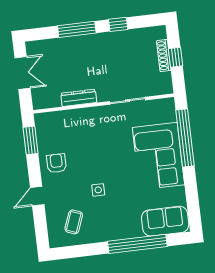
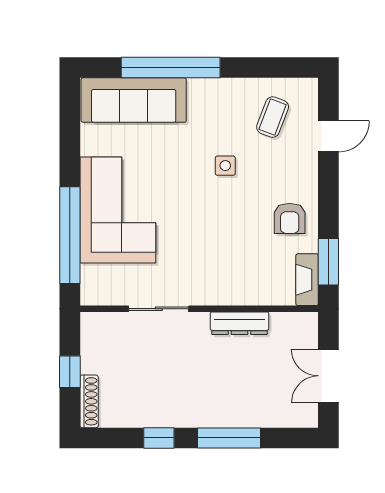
shoe rack: (164, 56) -> (89, 401), moved
fireplace: (42, 128) -> (307, 280), added
door: (37, 196) -> (328, 136), moved
sofa: (165, 221) -> (134, 100), width x1.36

